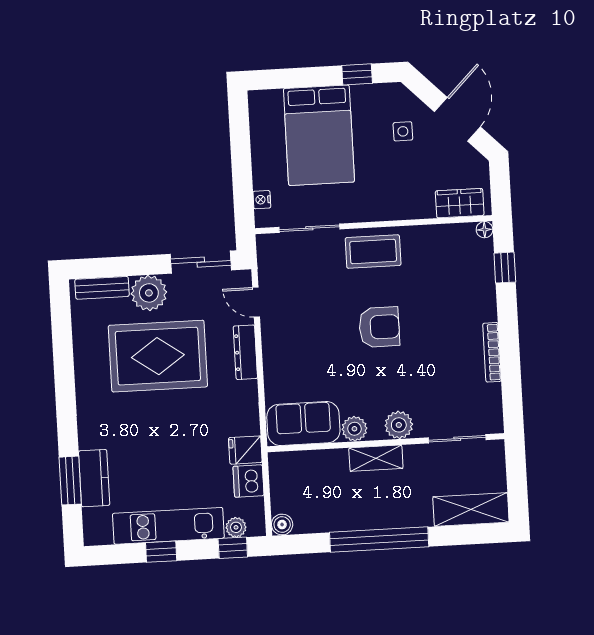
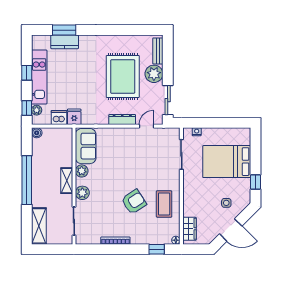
coffee table: (373, 252) -> (164, 204), moved
armchair: (379, 327) -> (134, 202), moved, turned -123

